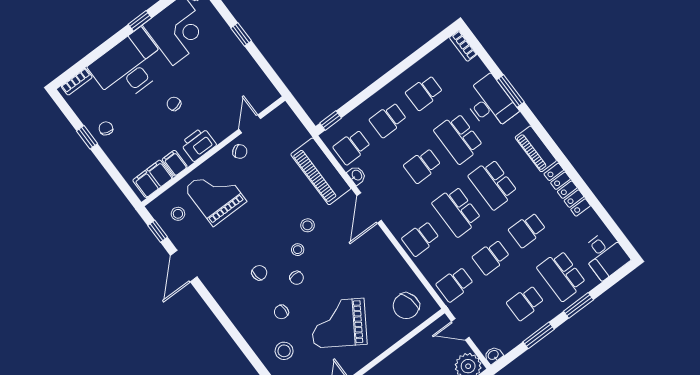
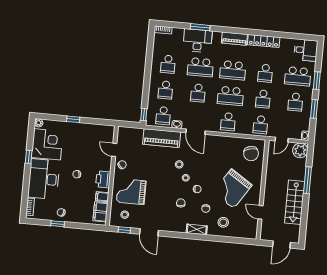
shelving: (244, 325) -> (197, 229), added

